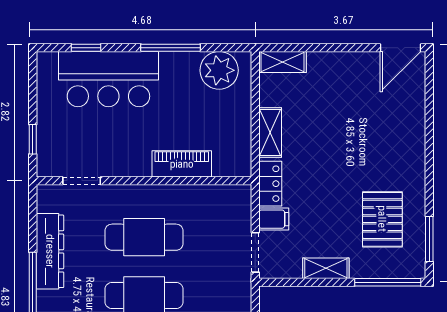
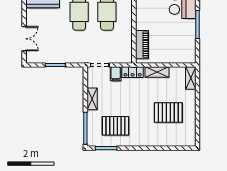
door: (400, 48) -> (198, 134), removed
plant: (219, 70) -> (187, 48), removed
pallet: (355, 109) -> (168, 113), added
piano: (182, 164) -> (142, 45), moved

